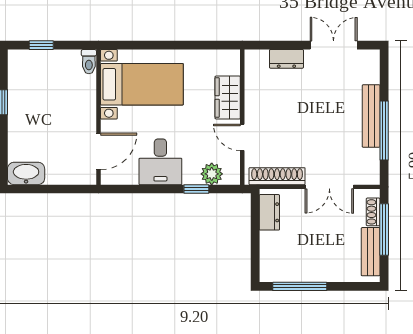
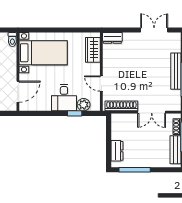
dresser: (286, 59) -> (112, 38), moved
wardrobe: (228, 97) -> (93, 50), moved
desk: (160, 162) -> (64, 98), moved
dresser: (269, 212) -> (117, 151), moved

